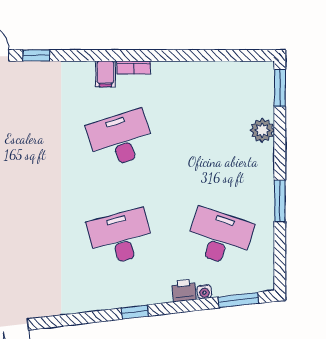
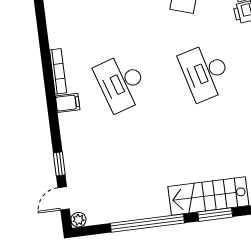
bookcase: (134, 67) -> (58, 71), width x1.56

